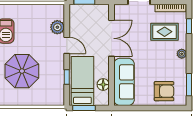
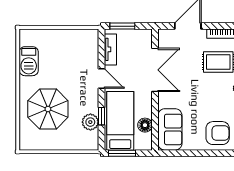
tv unit: (74, 21) -> (110, 49), added
plant: (57, 27) -> (90, 122), moved
sofa: (124, 82) -> (170, 129), width x0.73

